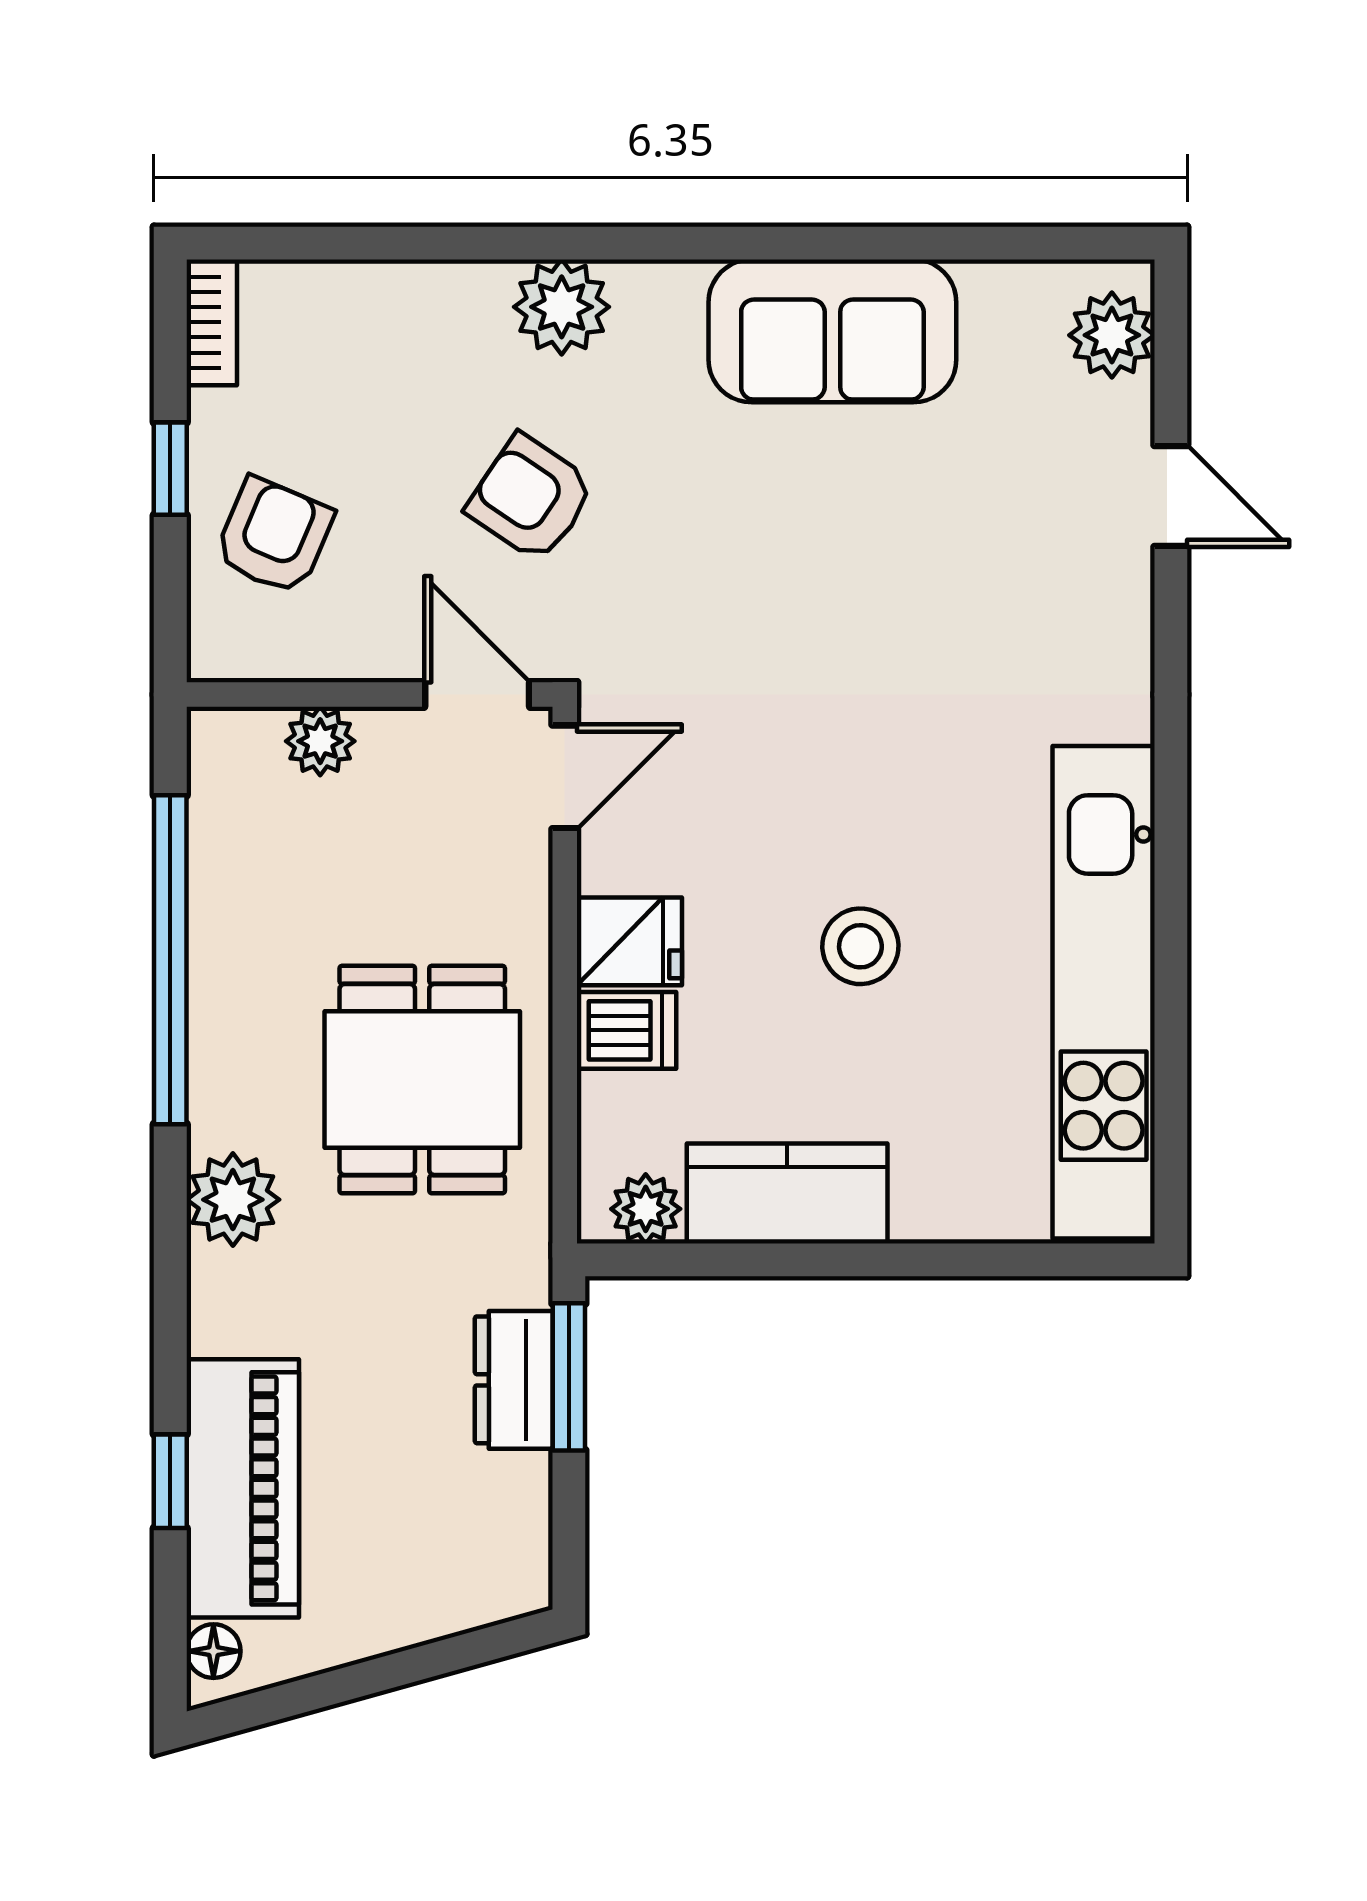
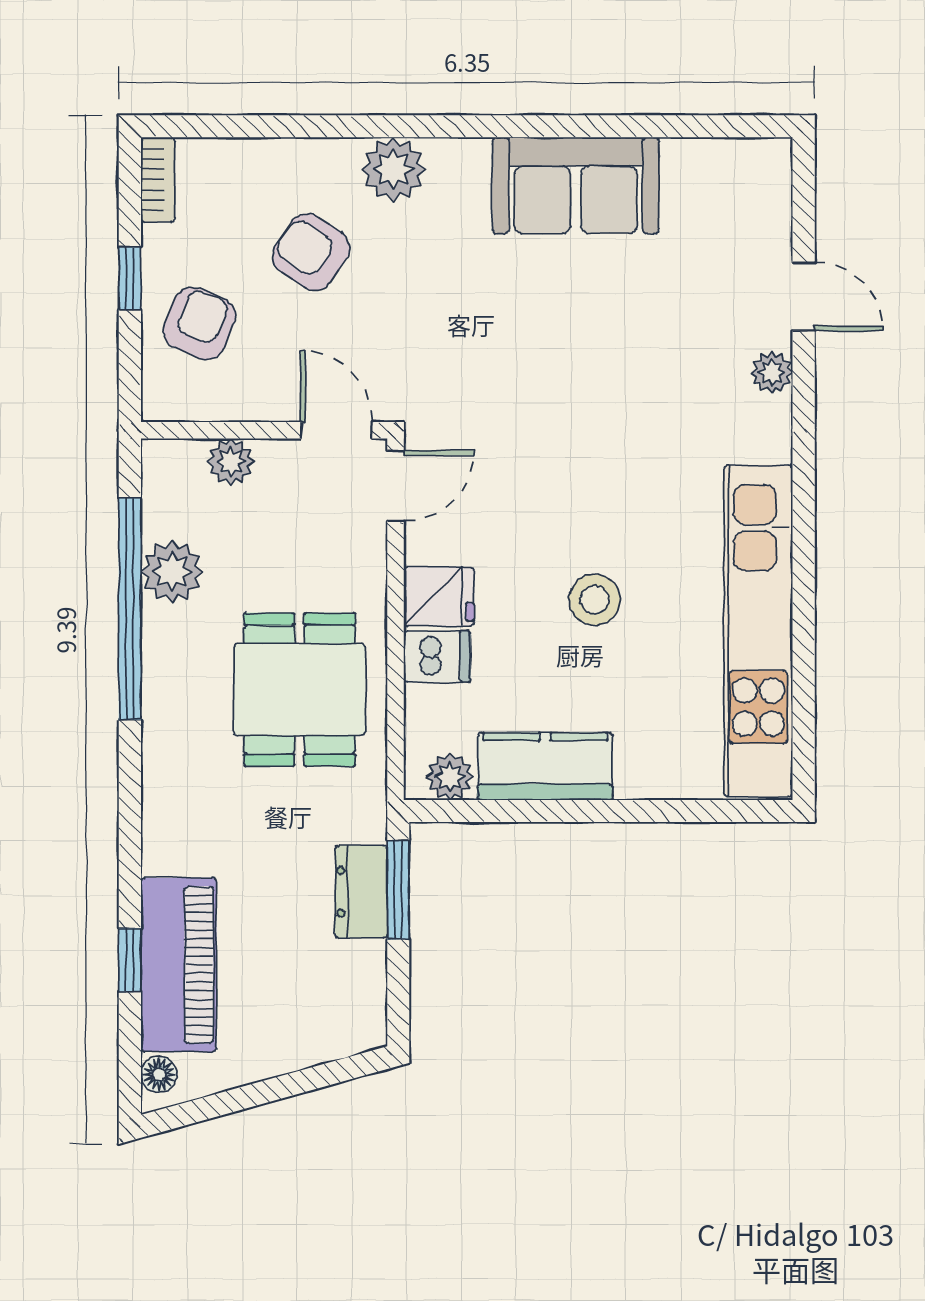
plant: (1112, 335) -> (772, 372), moved, width x0.73, depth x0.73
armchair: (531, 498) -> (311, 252), moved
plant: (233, 1200) -> (172, 572), moved

